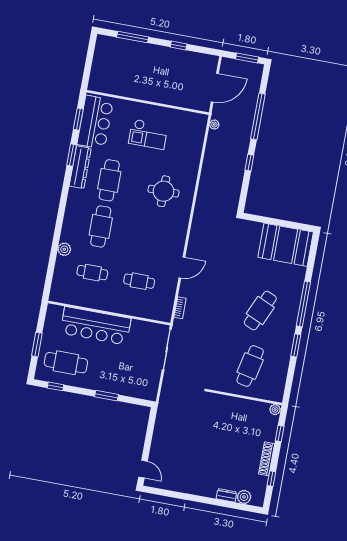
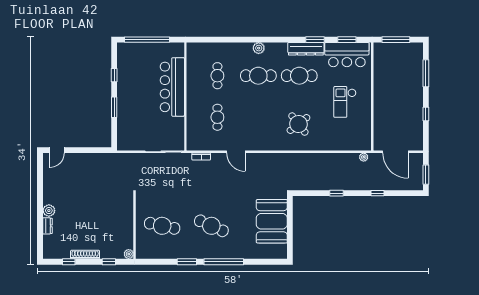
window: (88, 64) -> (396, 40), added
window: (258, 116) -> (377, 193), width x0.32
round table: (164, 191) -> (298, 124), turned -38
booth: (286, 245) -> (272, 221), moved
plant: (64, 249) -> (259, 48), moved
window: (37, 345) -> (147, 40), width x2.11
cafe table: (66, 363) -> (136, 67), removed
window: (55, 386) -> (114, 75), moved
plant: (244, 497) -> (49, 211), moved

